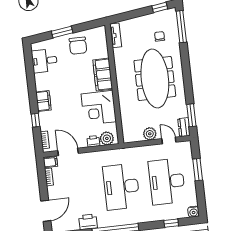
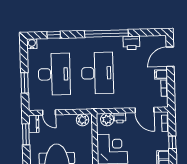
plant: (150, 134) -> (83, 120), moved
filing cabinet: (50, 162) -> (161, 74), moved

